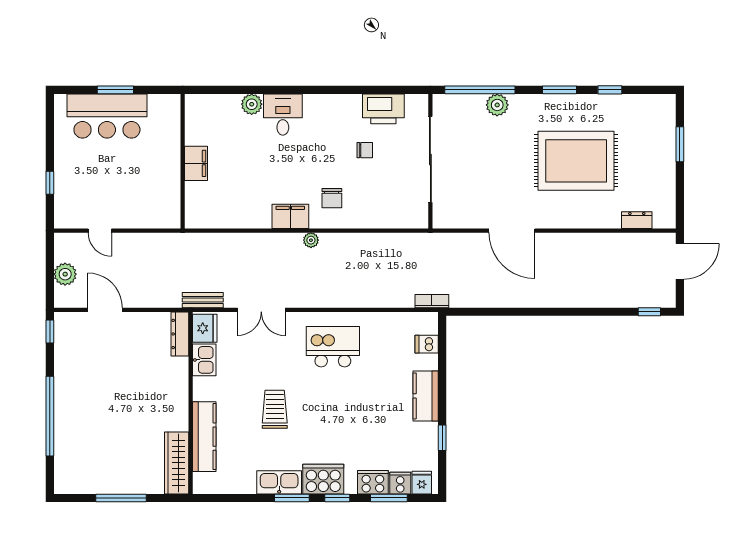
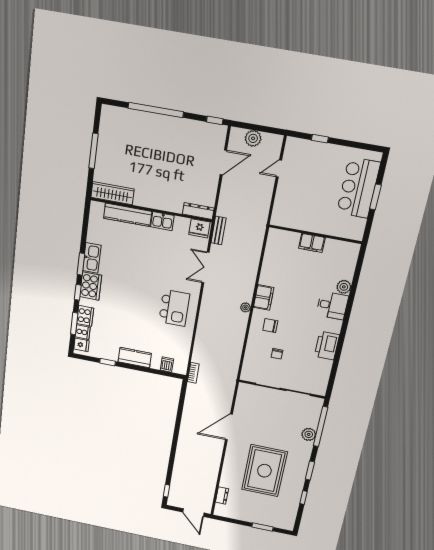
printer: (383, 109) -> (327, 346), moved
chair: (365, 150) -> (277, 354), moved
kitchen sink: (204, 360) -> (162, 221), moved
trolley: (275, 409) -> (139, 264), removed

